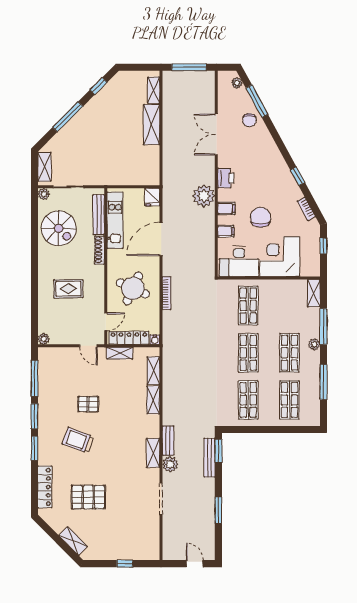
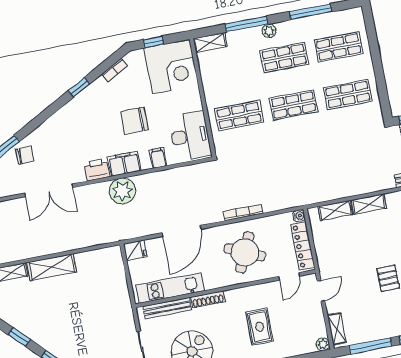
filing cabinet: (226, 208) -> (124, 164), width x2.00
door: (161, 239) -> (182, 231), hinge flipped
corner desk: (280, 257) -> (171, 67), moved, turned -90
door: (106, 322) -> (289, 276), swing flipped
shelving: (120, 353) -> (337, 329), moved

